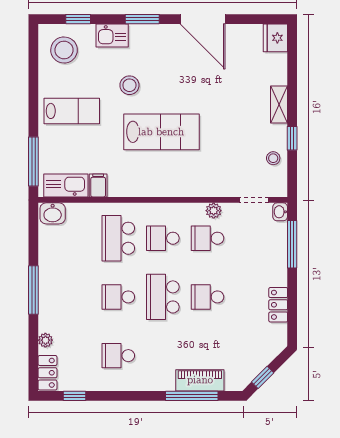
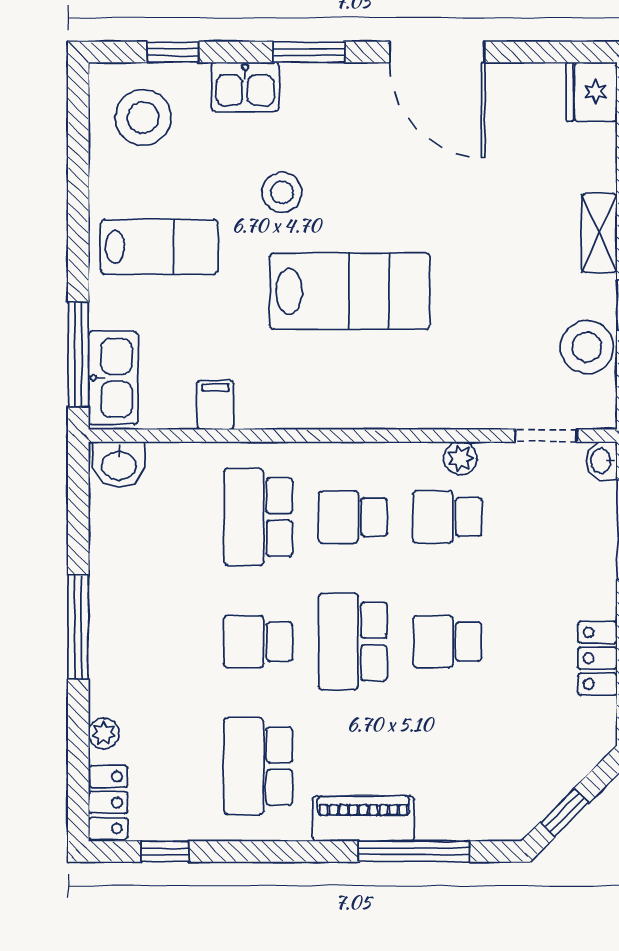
stool: (273, 158) -> (587, 347), width x1.89, depth x1.89
kitchen sink: (66, 185) -> (113, 378), moved, turned 90
school desk: (118, 356) -> (258, 766), width x1.85
piano: (200, 380) -> (363, 819), moved

